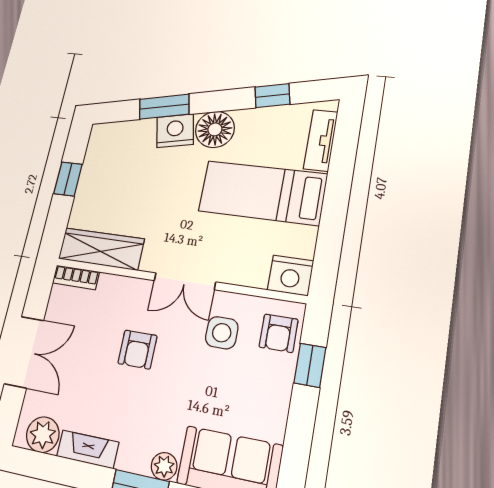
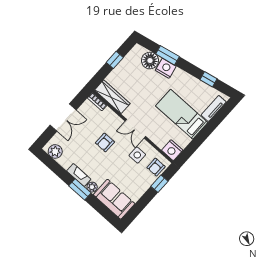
floor lamp: (215, 129) -> (150, 61), moved
fireplace: (88, 449) -> (79, 175), moved

